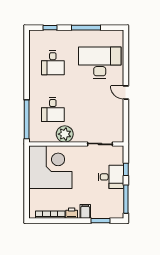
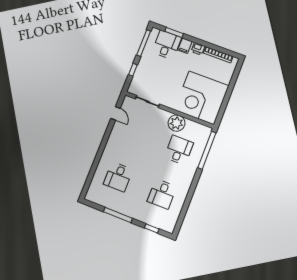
desk: (53, 63) -> (162, 194), turned 180
desk: (100, 63) -> (118, 177), width x0.53, depth x0.77
door: (126, 92) -> (116, 113), moved
desk: (111, 177) -> (167, 45), moved, turned 90

